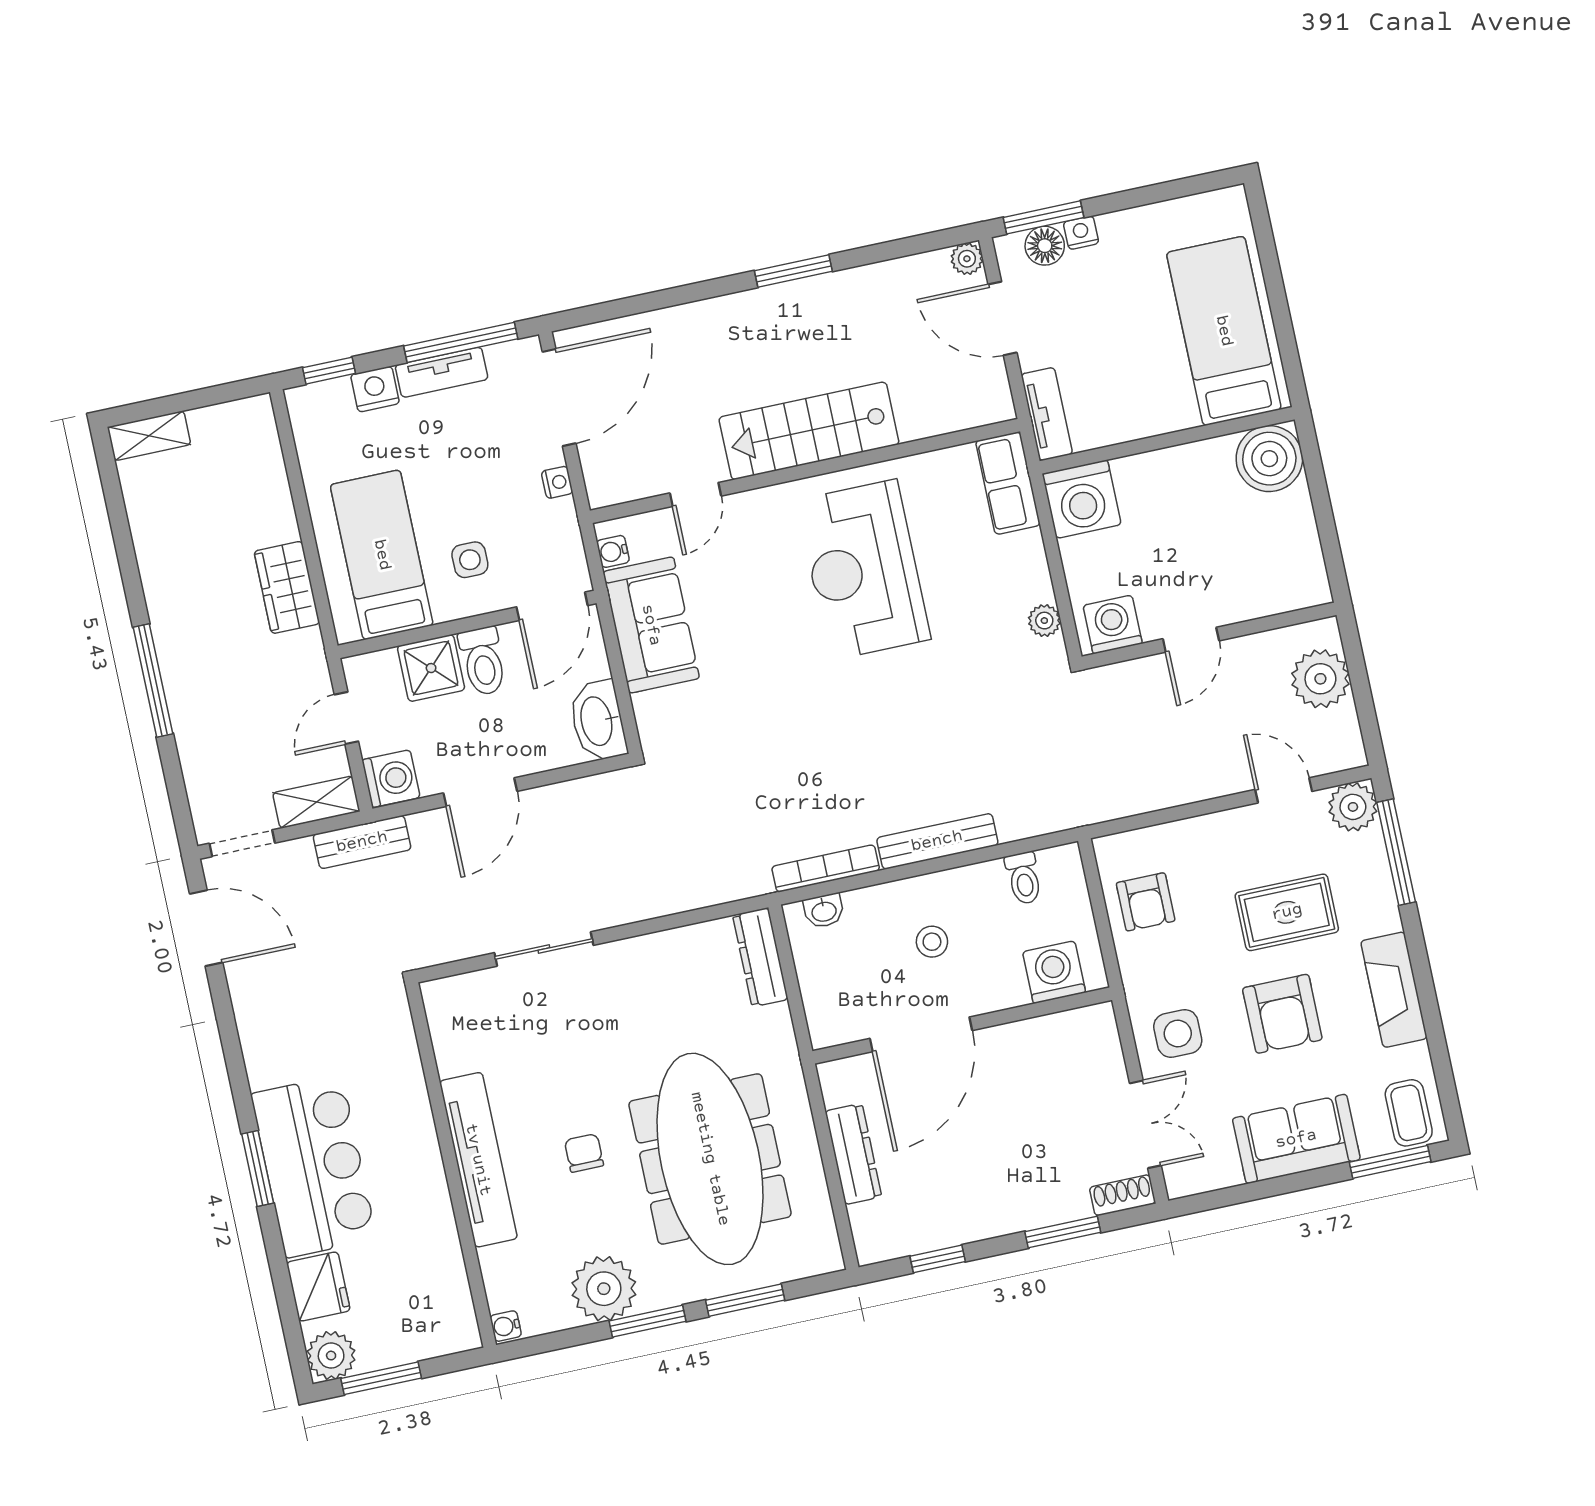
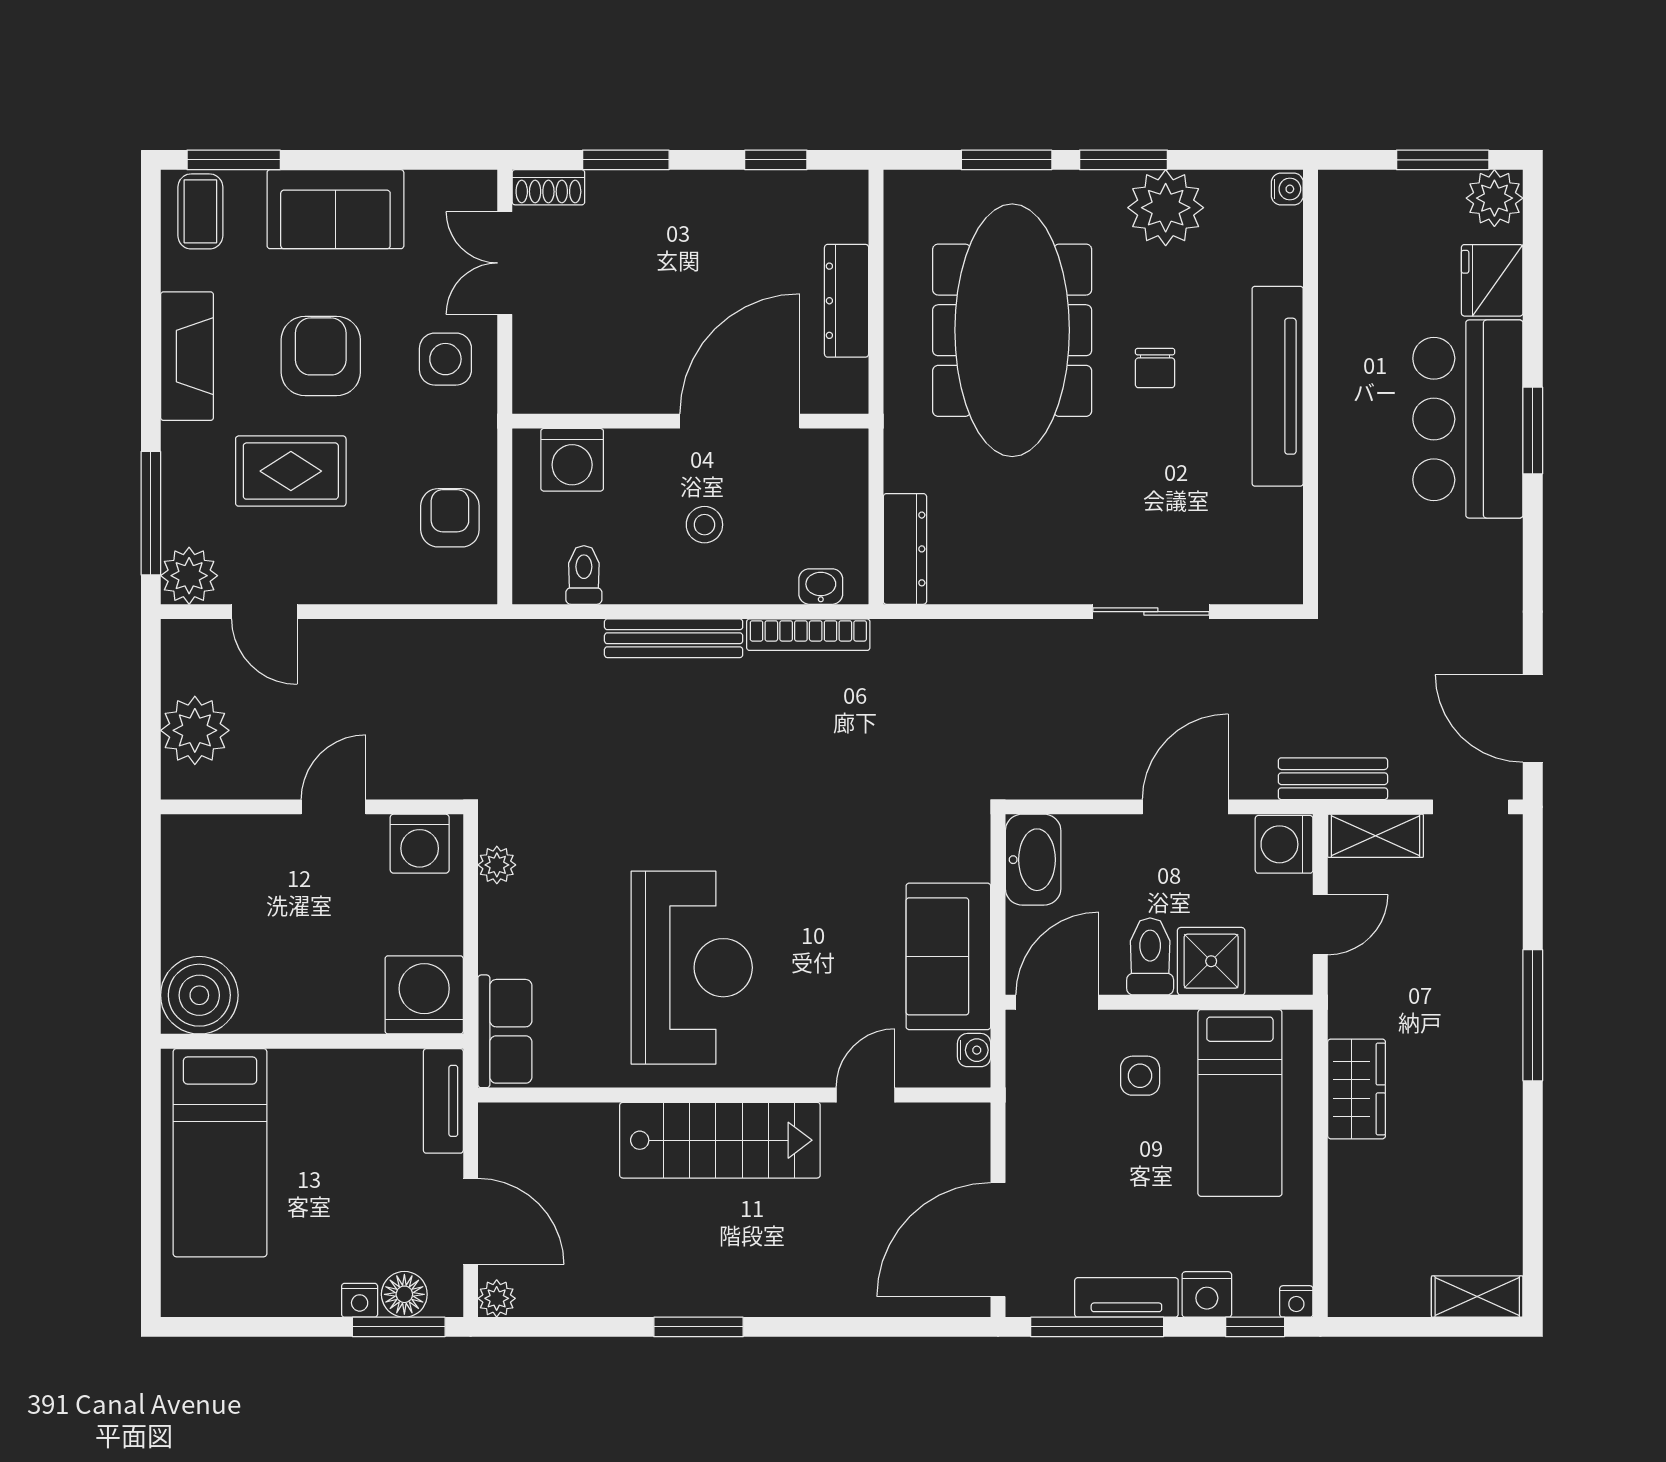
nightstand: (557, 482) -> (1296, 1301), moved, turned -90

